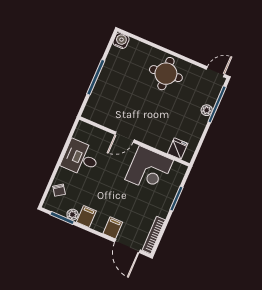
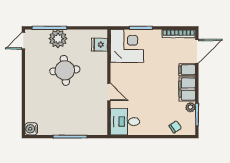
door: (215, 72) -> (23, 41), hinge flipped
round table: (166, 74) -> (65, 70), moved
plant: (207, 110) -> (58, 39), width x1.88, depth x1.88
desk: (81, 158) -> (125, 122), moved, turned 90
corner desk: (149, 170) -> (127, 46), moved
filing cabinet: (86, 217) -> (187, 89), width x2.00

